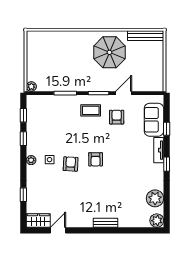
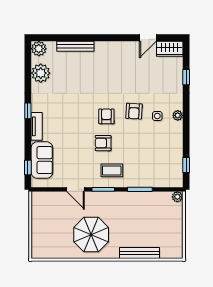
bench: (146, 36) -> (139, 253), moved
door: (124, 93) -> (75, 189), hinge flipped
armchair: (117, 117) -> (103, 143), moved, turned 90
window: (167, 129) -> (28, 168), moved
window: (23, 139) -> (186, 139), removed
bench: (106, 223) -> (75, 46), moved, width x1.36

